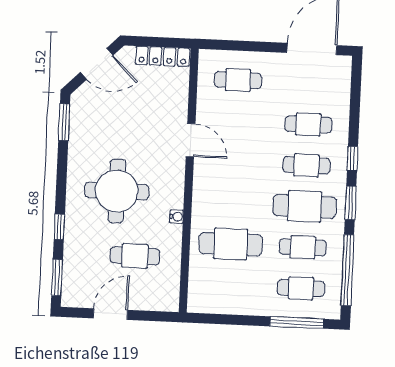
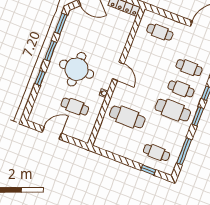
door: (191, 140) -> (118, 71), moved
cafe table: (303, 247) -> (165, 131), removed
window: (347, 270) -> (184, 151), width x0.68
window: (57, 278) -> (51, 51), moved
window: (297, 323) -> (148, 170), width x0.46

